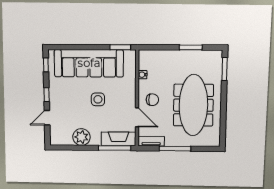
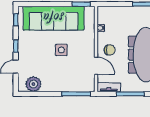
plant: (81, 137) -> (33, 84), moved
fireplace: (119, 139) -> (80, 85), removed

